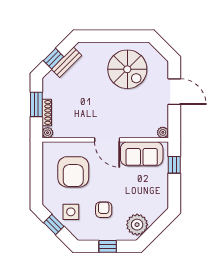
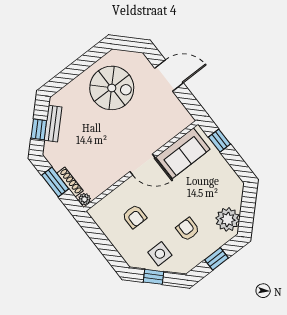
plant: (163, 132) -> (187, 120), removed
armchair: (73, 172) -> (134, 217), width x0.53, depth x0.53

